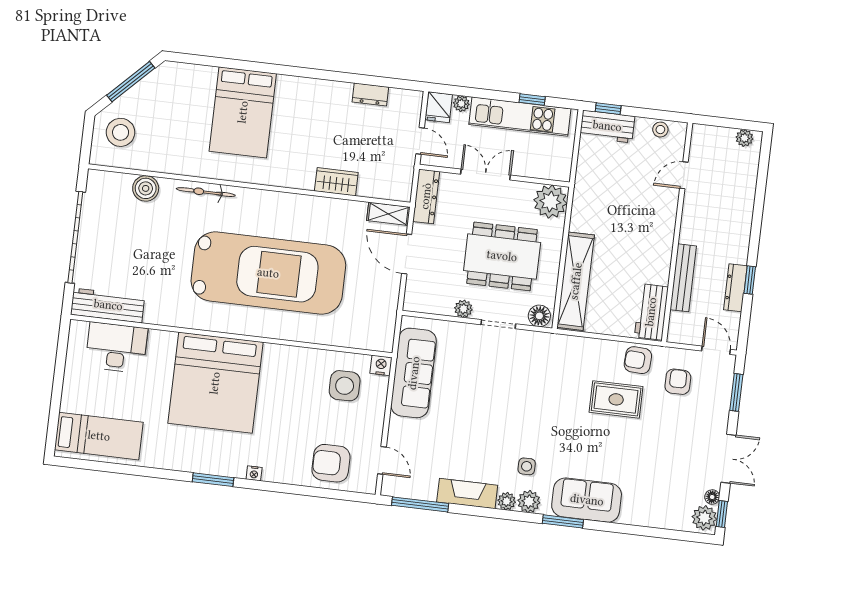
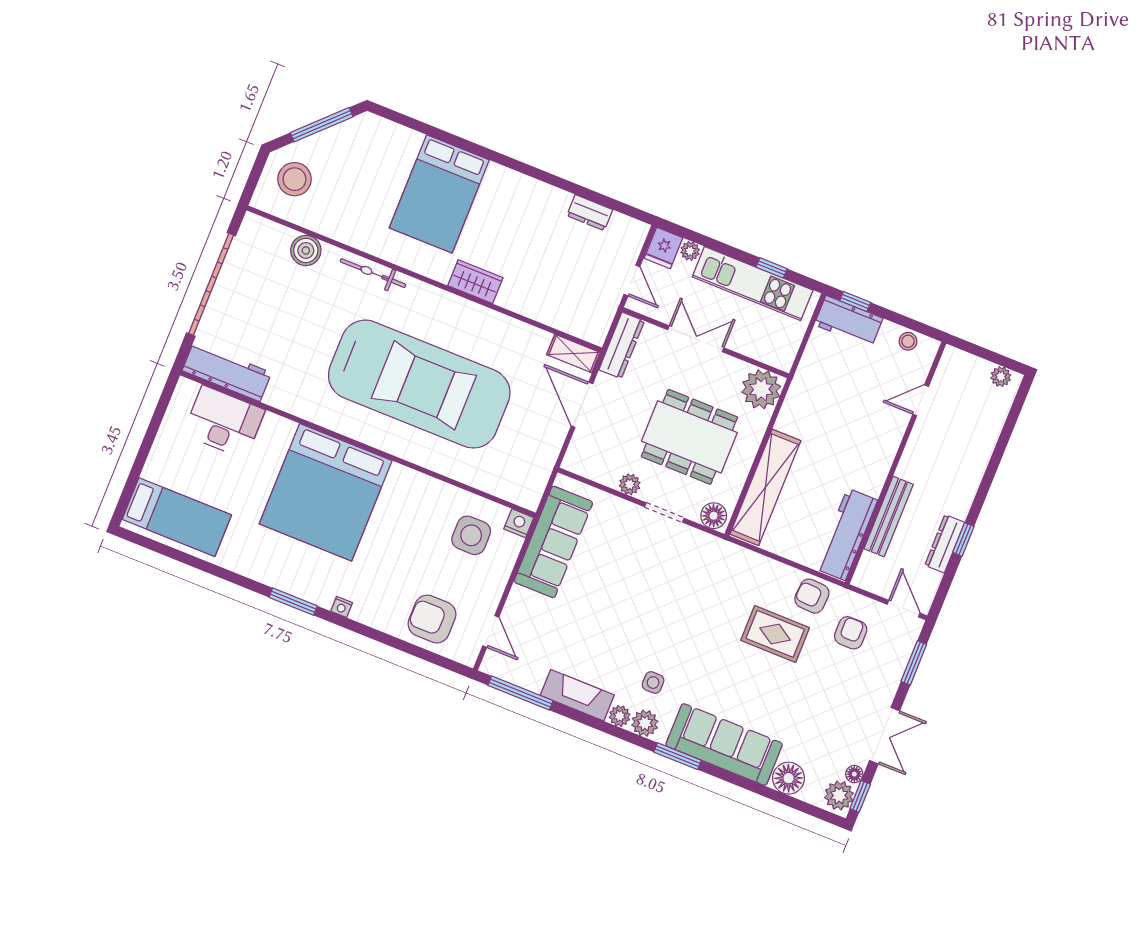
wardrobe: (336, 182) -> (475, 282), moved
workbench: (651, 312) -> (846, 534), width x1.38
sofa: (587, 500) -> (724, 745), width x1.36
floor lamp: (659, 515) -> (789, 778), added

